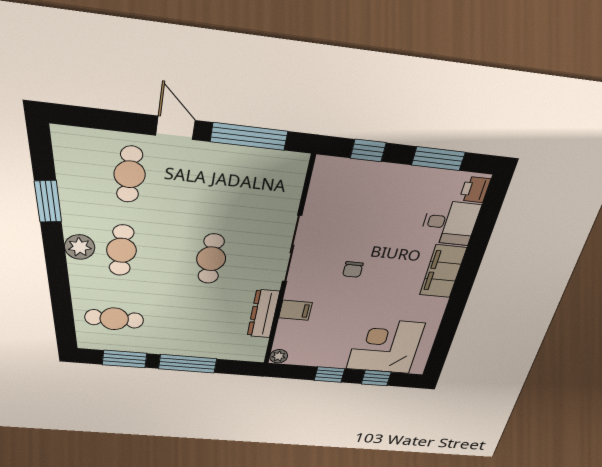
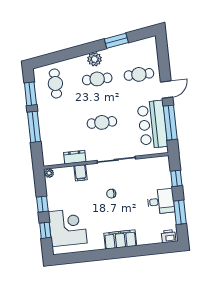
bar counter: (242, 171) -> (152, 124), added
desk: (450, 223) -> (161, 201), moved, turned -90
dresser: (263, 314) -> (75, 157), width x0.70

